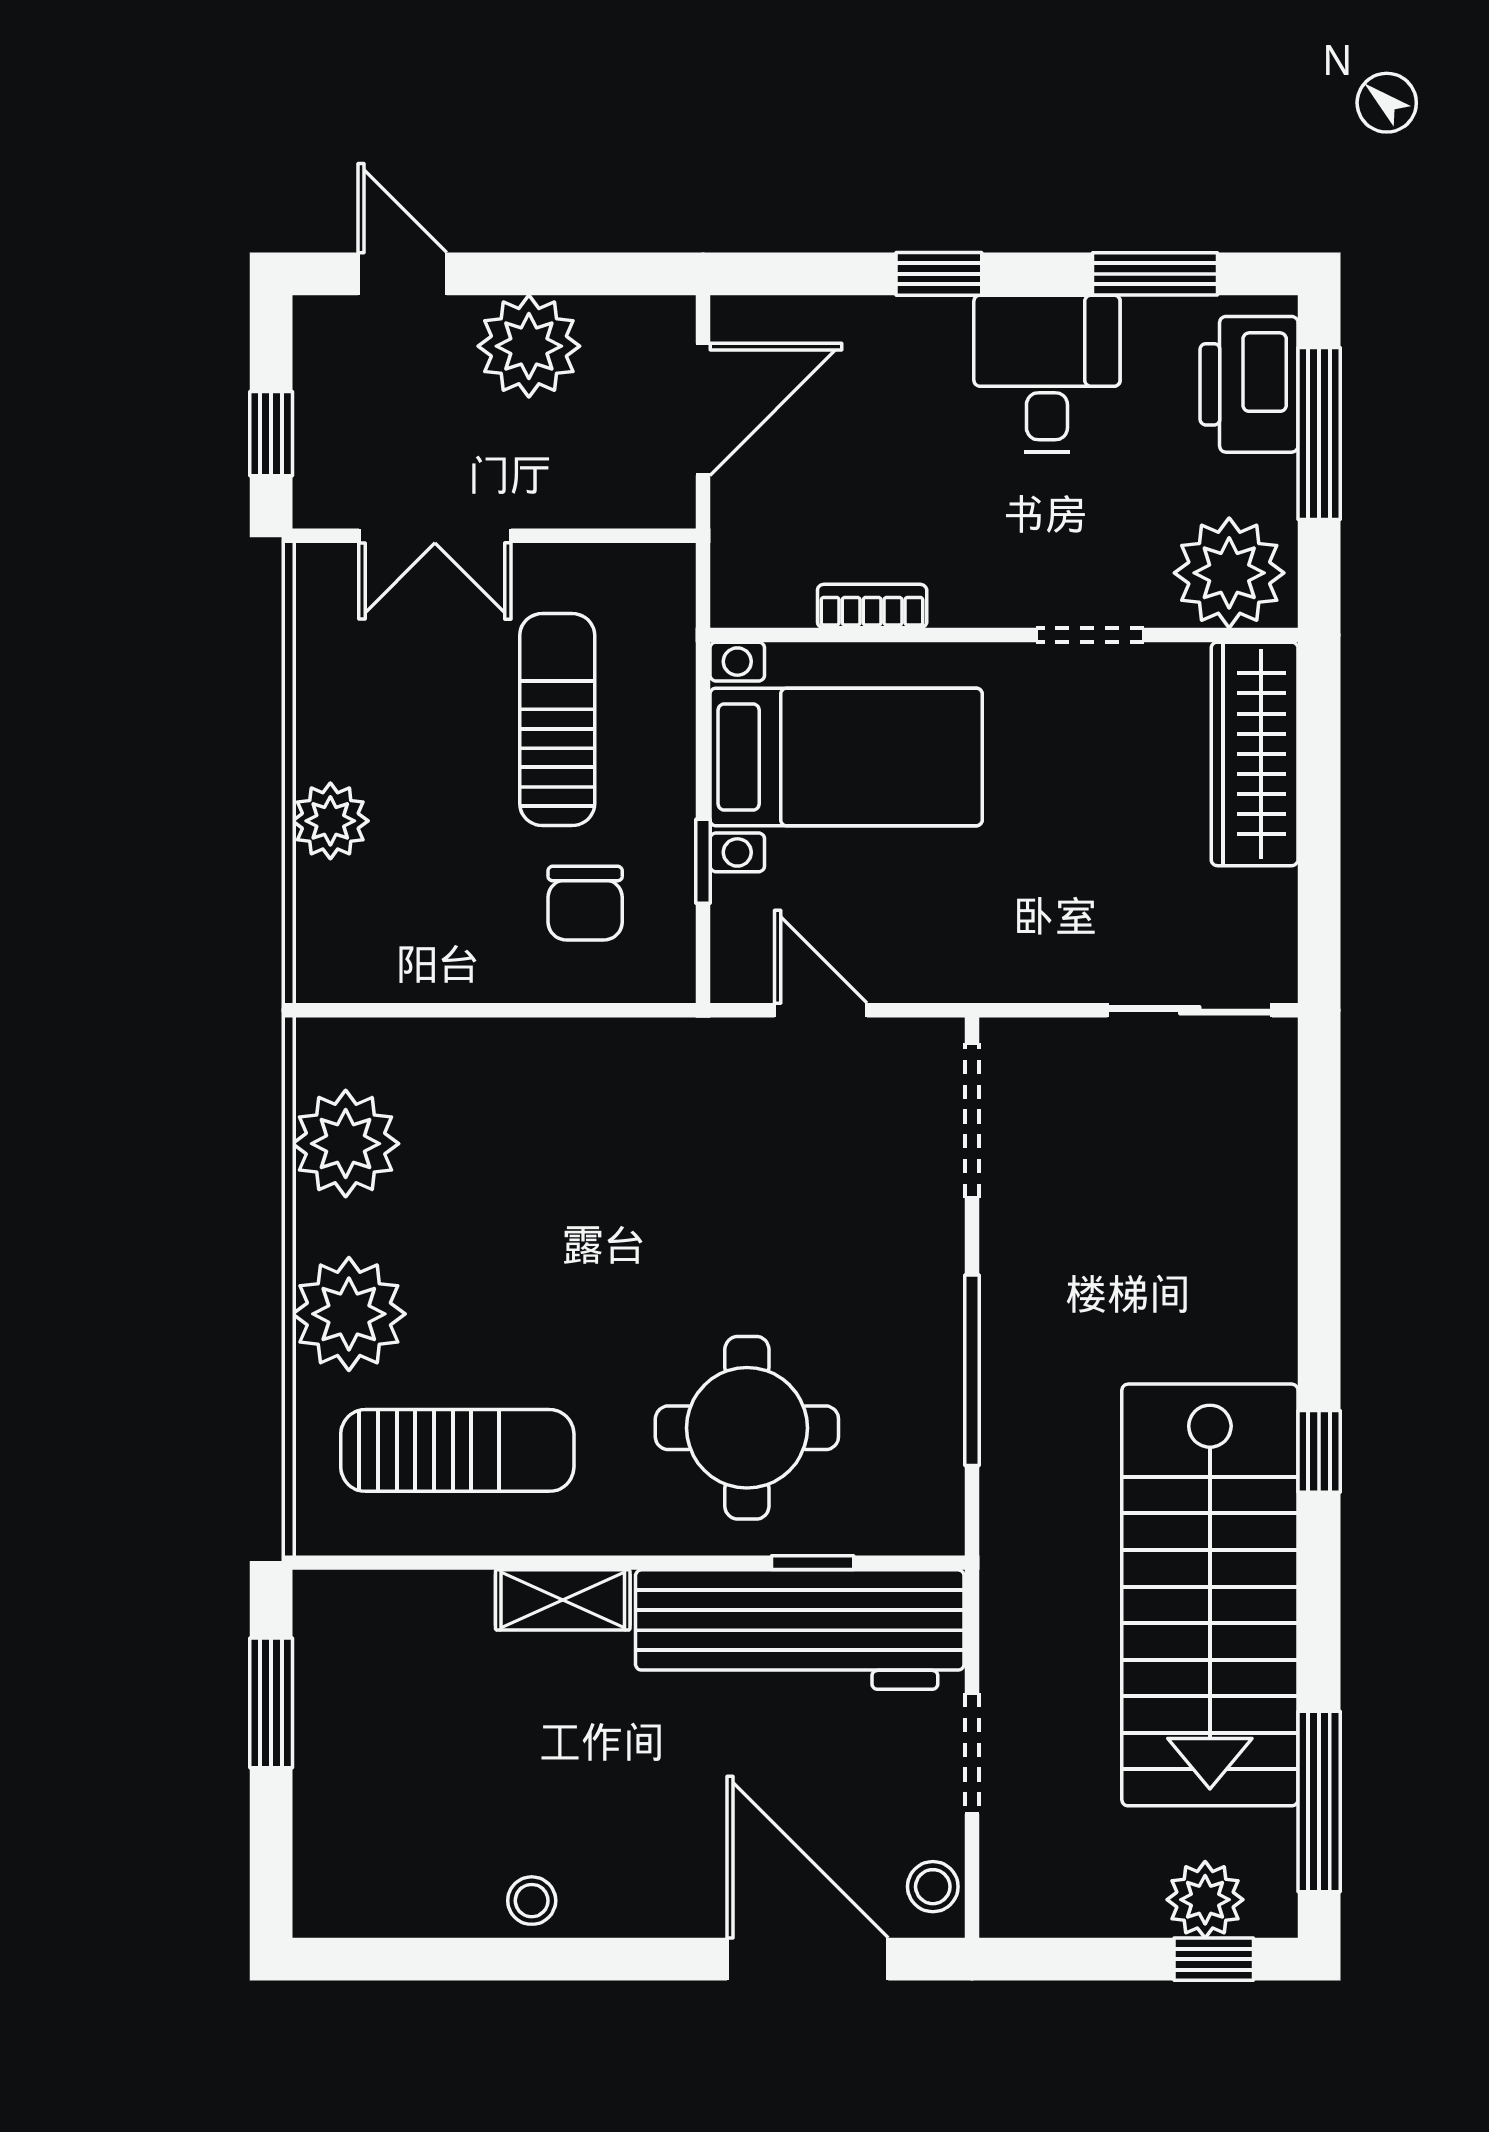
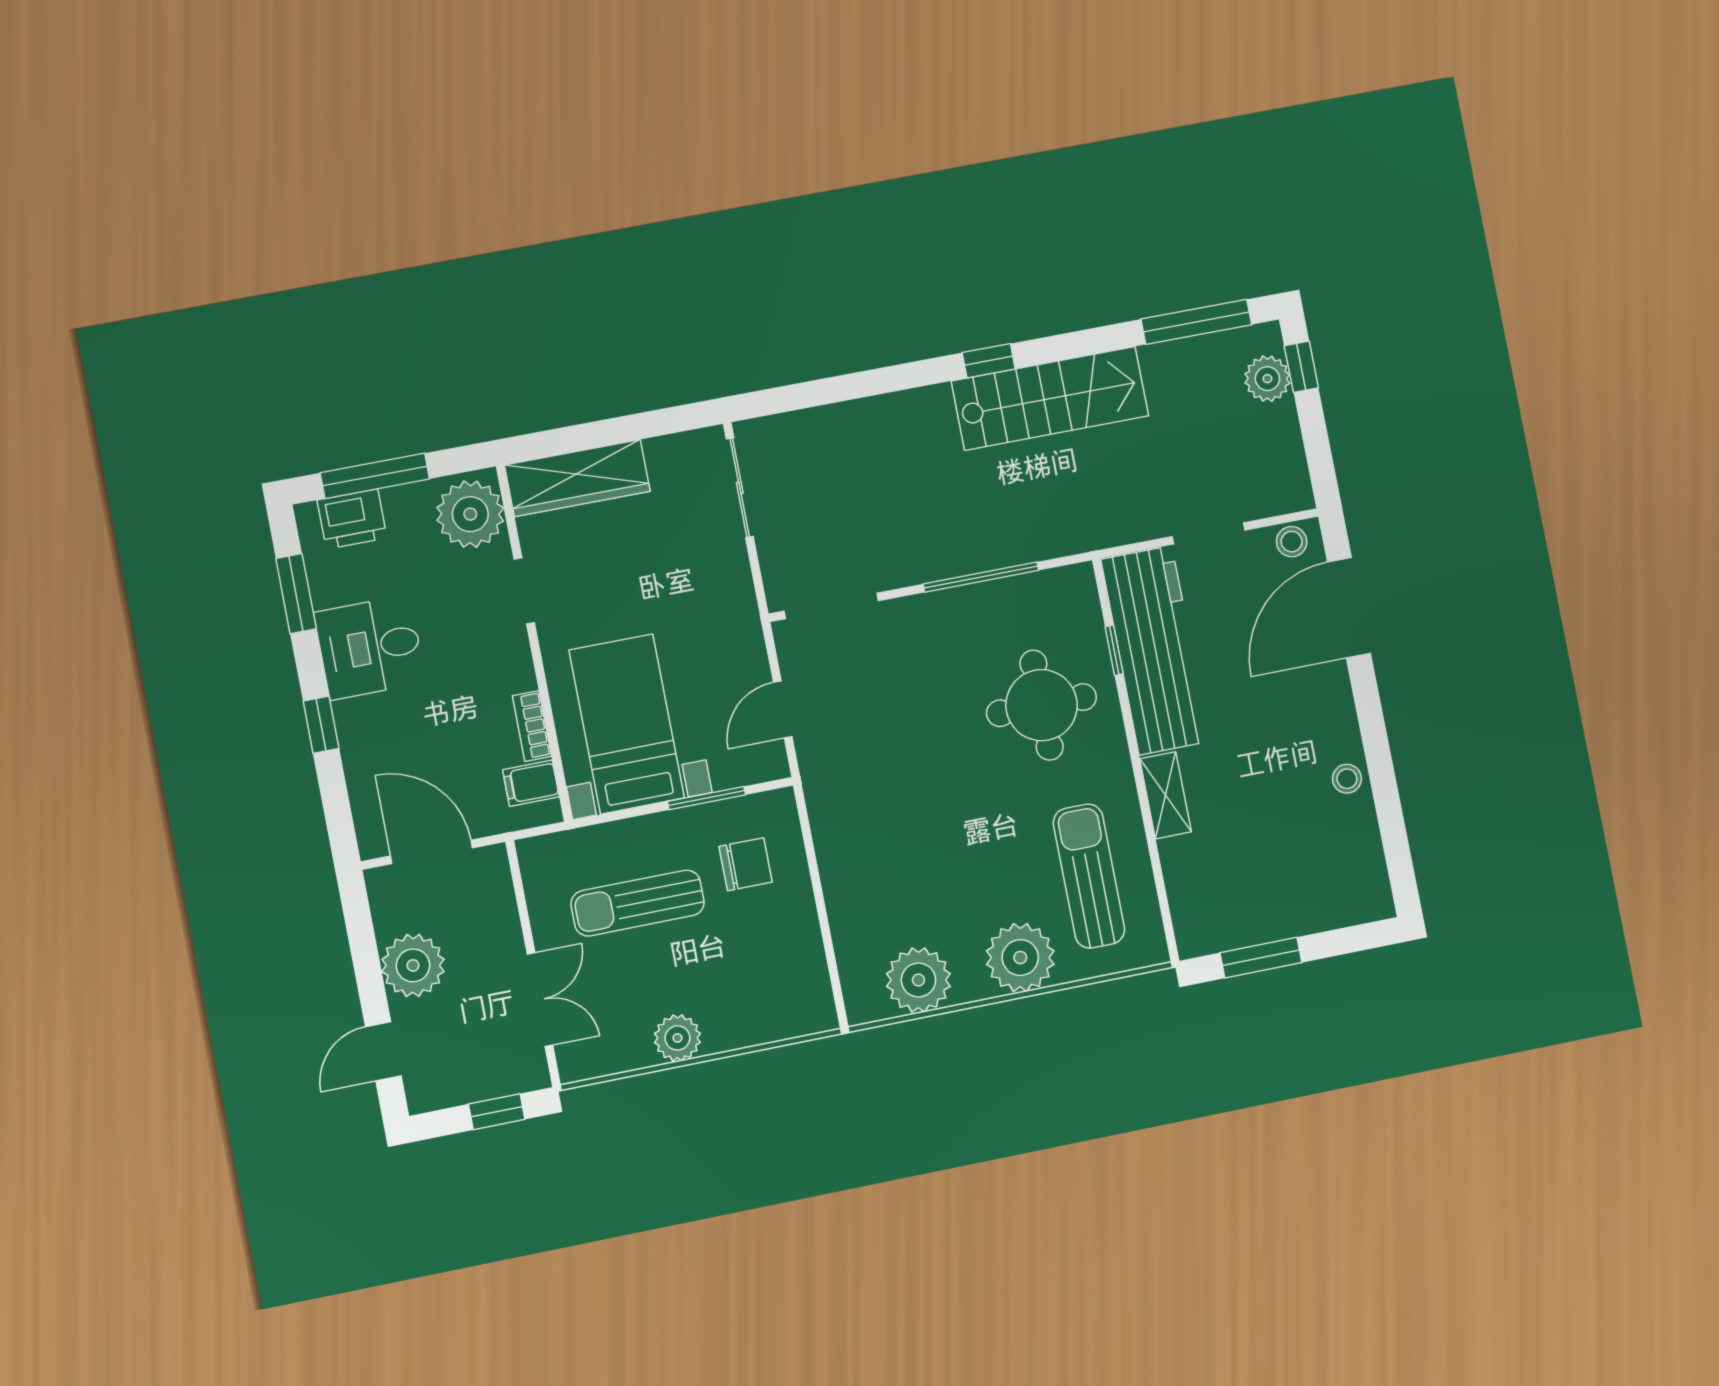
printer: (1249, 384) -> (352, 519), width x0.73, depth x0.84
filing cabinet: (781, 587) -> (531, 783), added
plant: (330, 821) -> (677, 1038), moved
window: (703, 861) -> (707, 798), width x1.50
stairs: (1210, 1595) -> (1050, 398), width x0.73, depth x0.66

